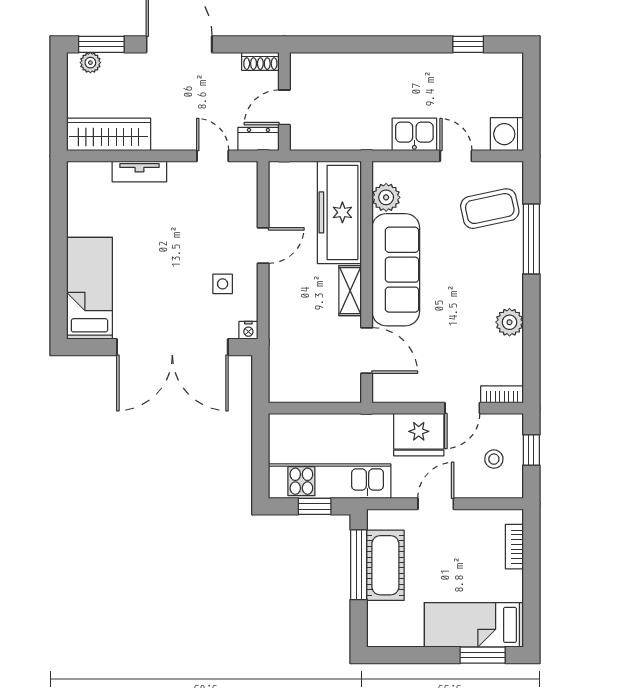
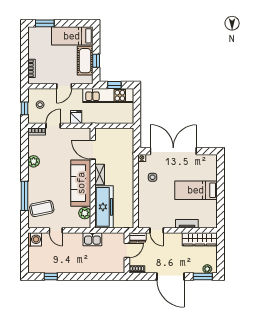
kitchen sink: (414, 134) -> (92, 239), moved
door: (263, 246) -> (136, 193), removed
bed: (89, 288) -> (196, 190), moved, turned 90
fridge: (419, 435) -> (76, 117), width x0.53, depth x0.75
window: (359, 565) -> (96, 61), width x0.46
bed: (474, 625) -> (72, 36), moved, turned 180

